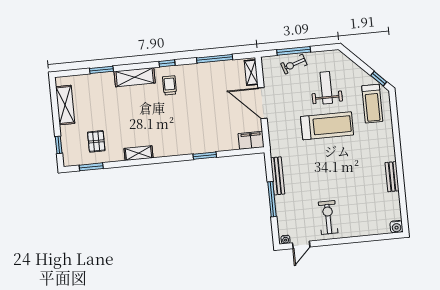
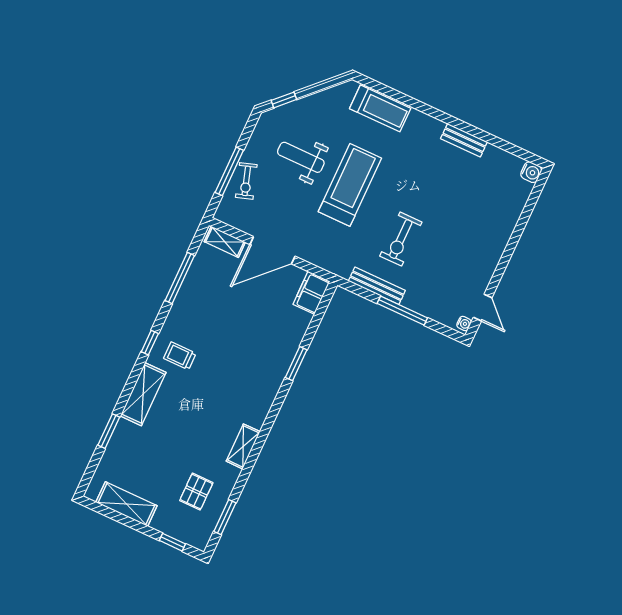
window: (379, 79) -> (284, 100), moved
treadmill: (372, 104) -> (380, 108), moved
pallet: (96, 141) -> (196, 492), turned 90
exercise bike: (328, 217) -> (401, 239), moved, turned -90

